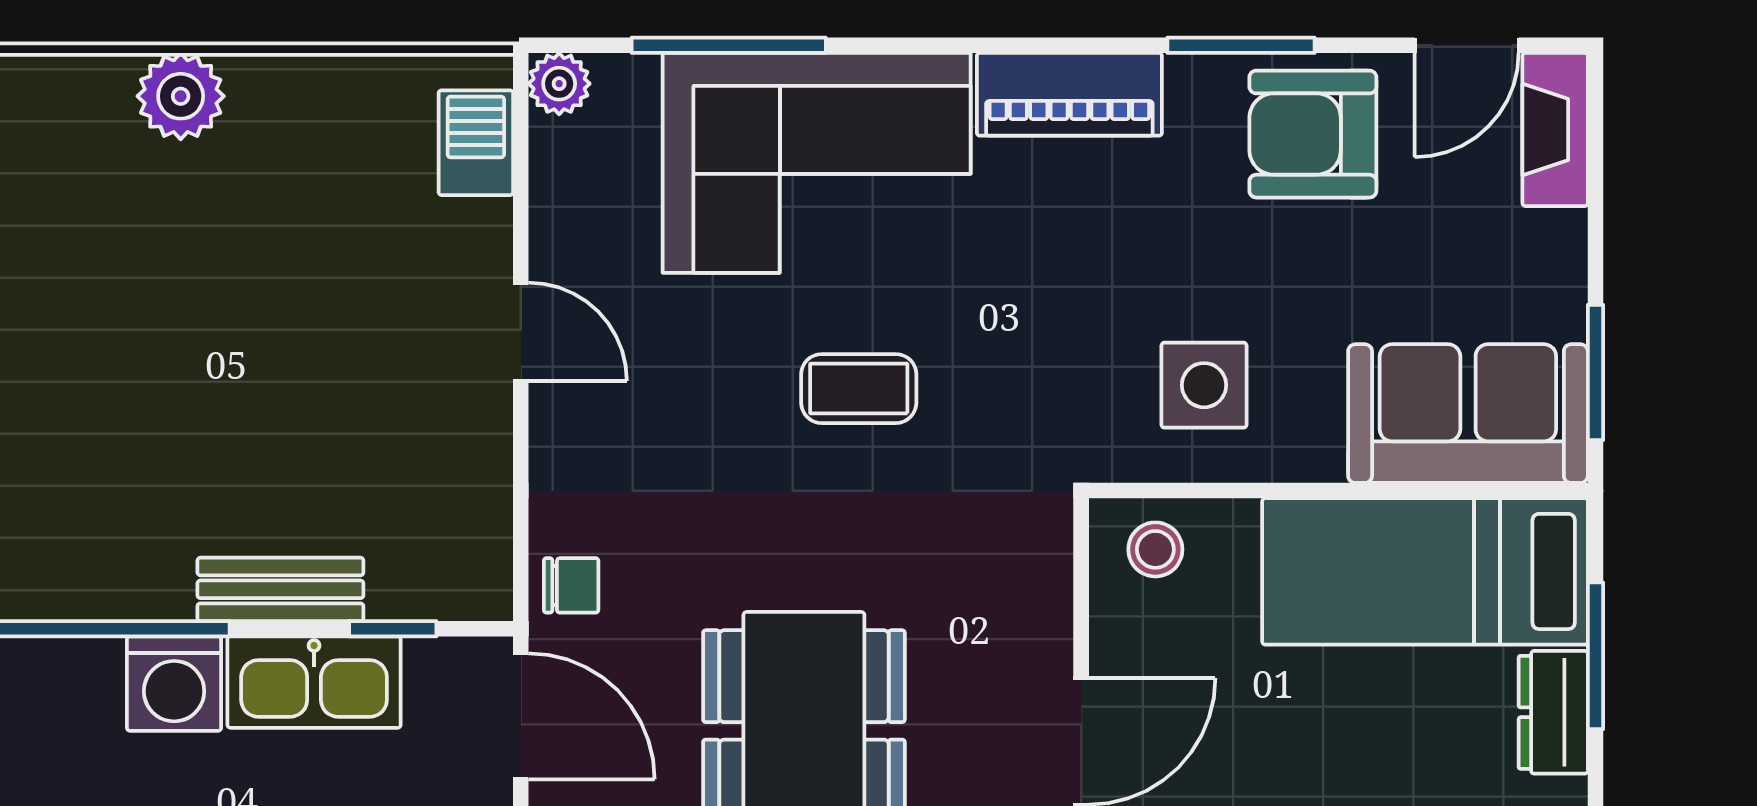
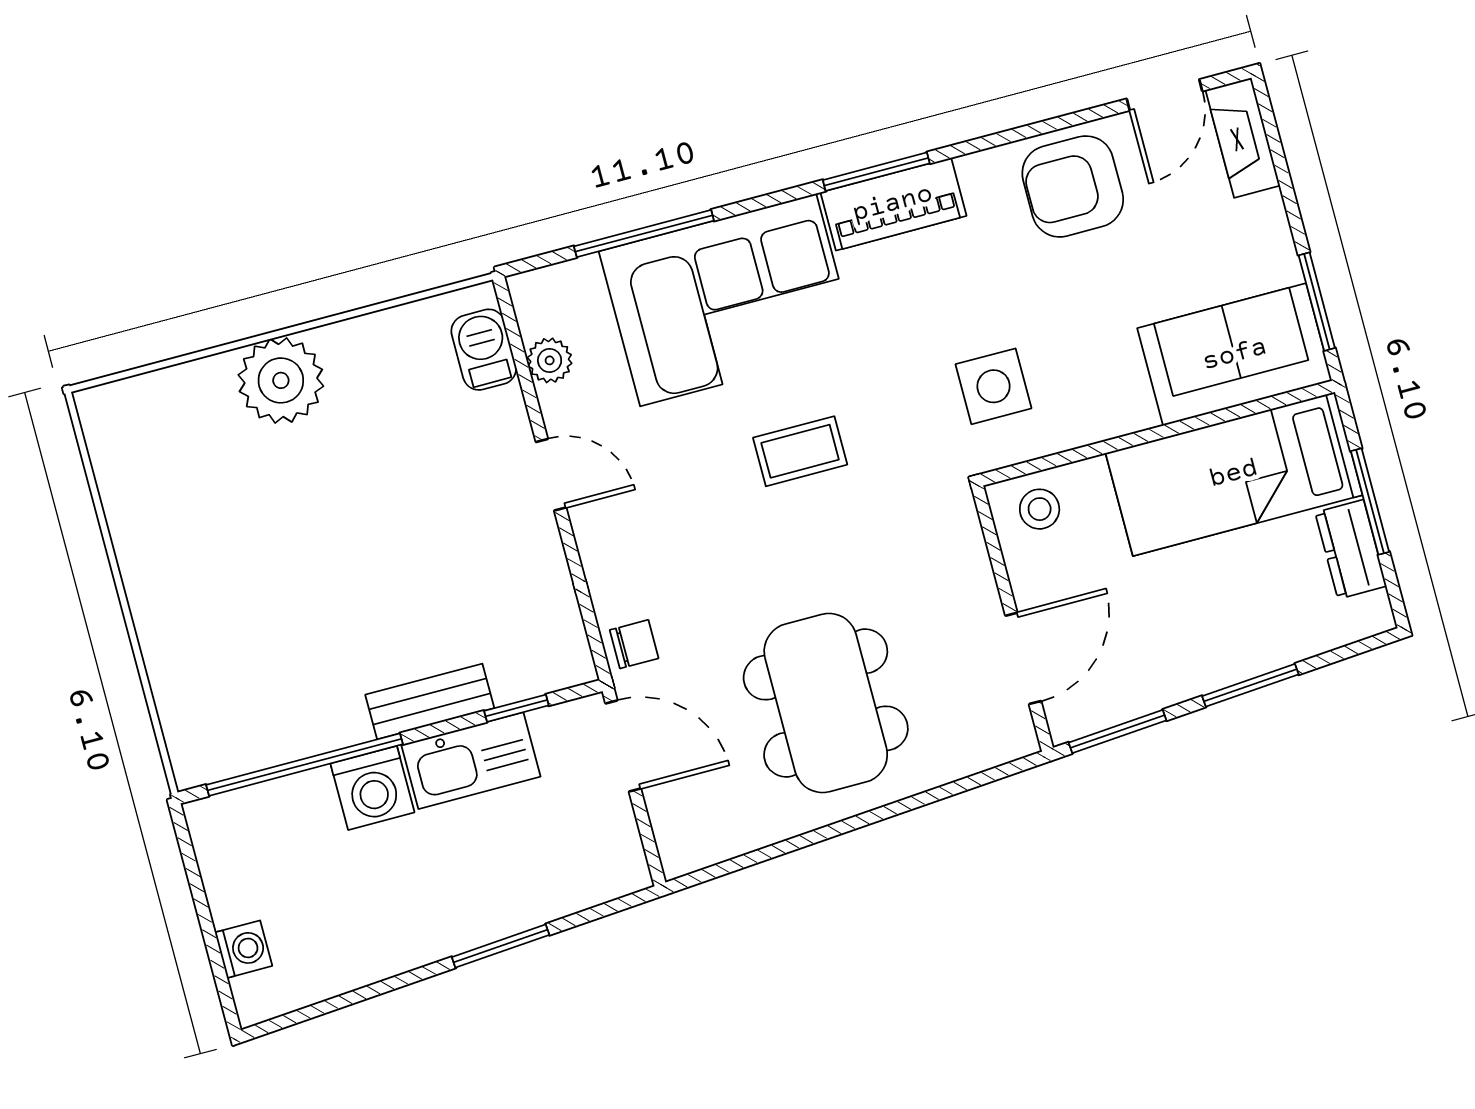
window: (1241, 45) -> (876, 172), moved
plant: (559, 84) -> (550, 360), moved
plant: (181, 96) -> (281, 380), width x1.36, depth x1.36
side table: (1204, 385) -> (994, 386), moved

